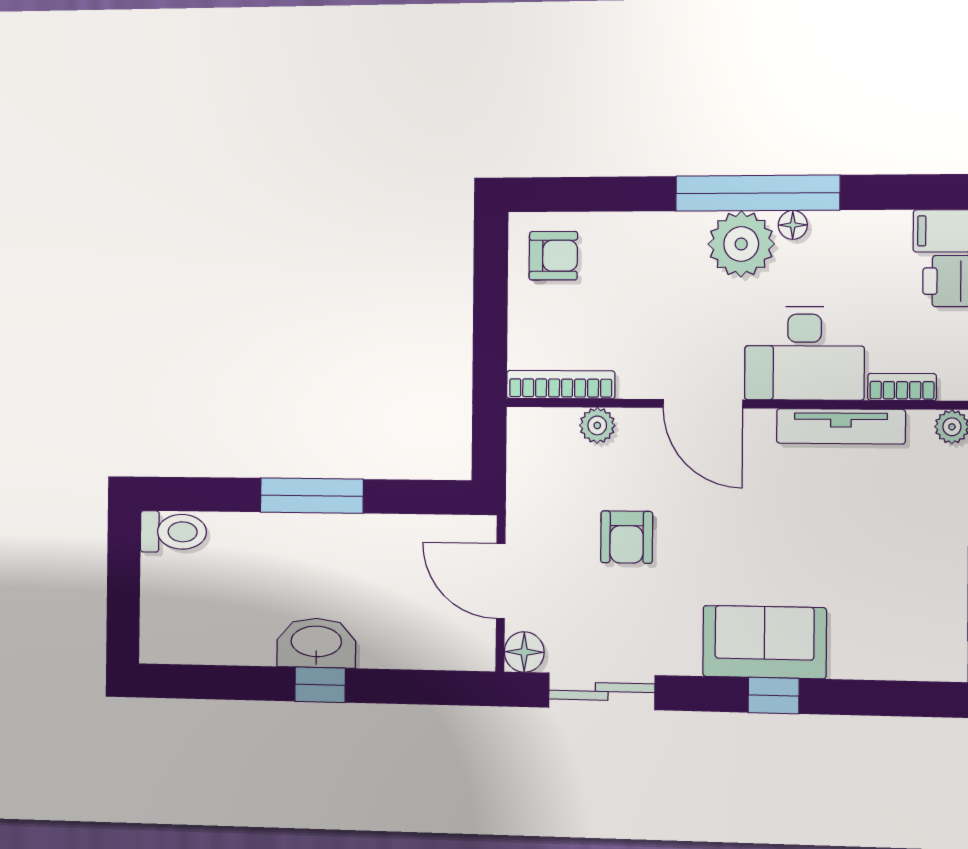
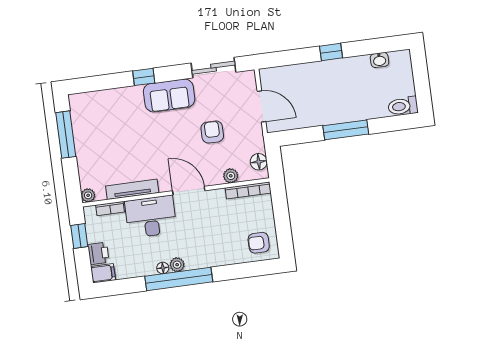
plant: (741, 244) -> (177, 265), width x0.53, depth x0.53
sofa: (764, 642) -> (169, 95), moved
washbasin: (316, 643) -> (380, 60), moved, width x0.52, depth x0.69
floor lamp: (524, 652) -> (259, 162), moved

